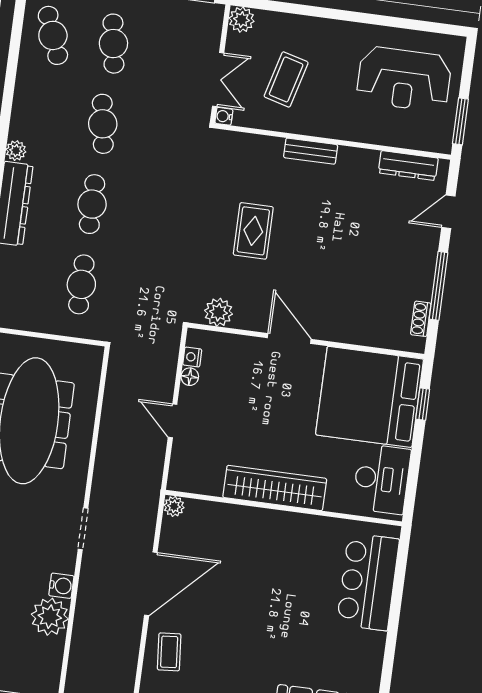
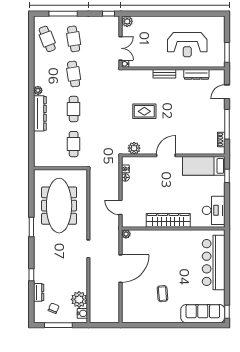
coffee table: (286, 79) -> (150, 44), removed
reception desk: (404, 79) -> (187, 45), moved
dresser: (408, 166) -> (196, 74), moved
rug: (253, 231) -> (144, 111), turned 90
door: (289, 339) -> (166, 155), hinge flipped
bed: (370, 397) -> (204, 166), width x0.49
door: (173, 421) -> (121, 207), moved
bar counter: (368, 582) -> (214, 263), width x1.36
water cooler: (61, 586) -> (82, 313), moved
plant: (50, 617) -> (79, 299), moved
coffee table: (169, 652) -> (162, 294), moved

